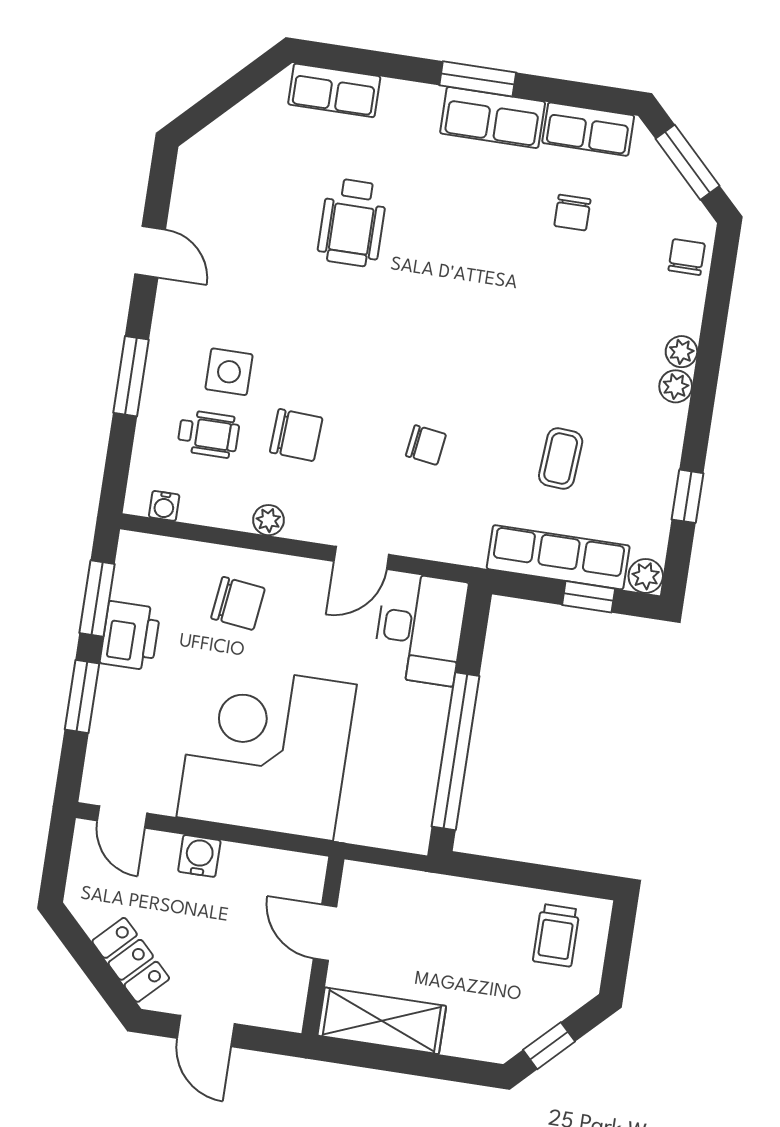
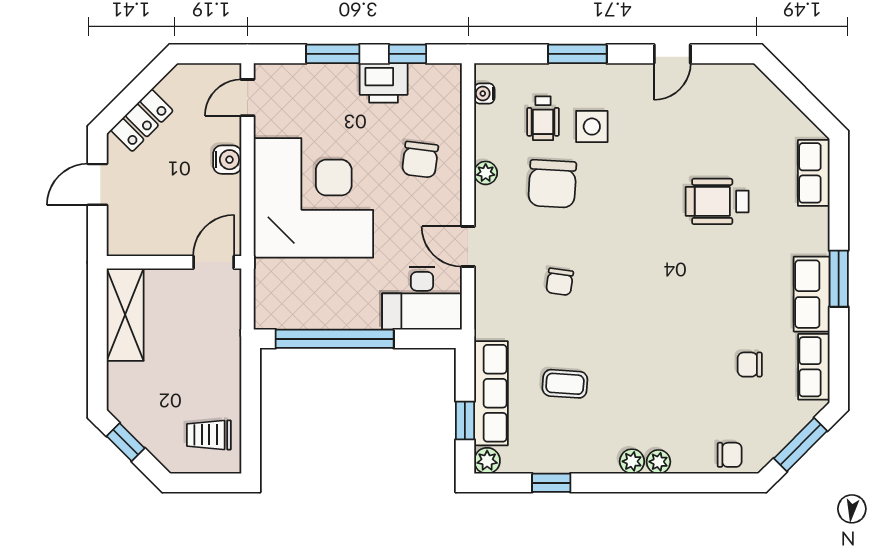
chair: (296, 435) -> (552, 184), width x1.37, depth x1.37
window: (97, 599) -> (408, 54), width x0.67
door: (325, 933) -> (214, 262), moved

